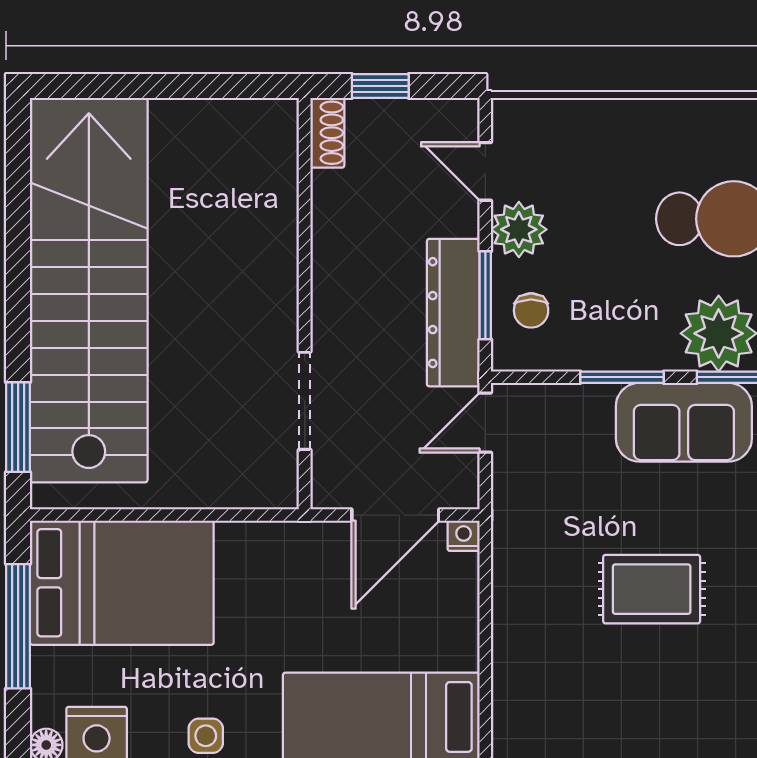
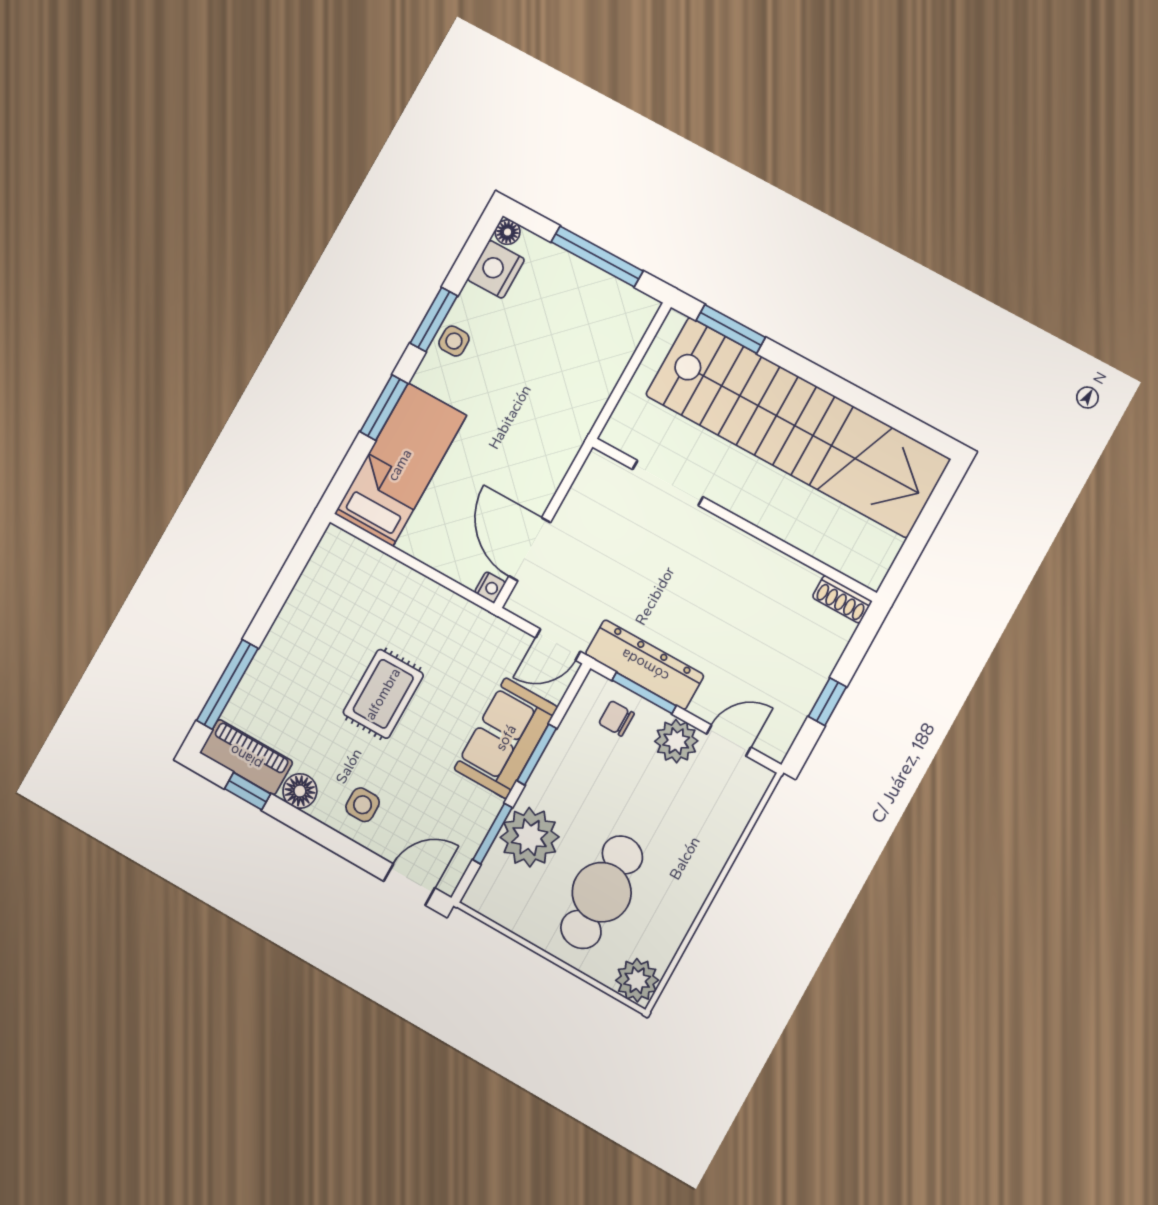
shoe rack: (327, 133) -> (842, 599), moved
wall: (305, 304) -> (734, 519), moved
doorway: (305, 401) -> (668, 483), moved
sofa: (684, 422) -> (506, 738), moved
door: (485, 423) -> (558, 645), swing flipped
bed: (122, 583) -> (587, 341), removed

